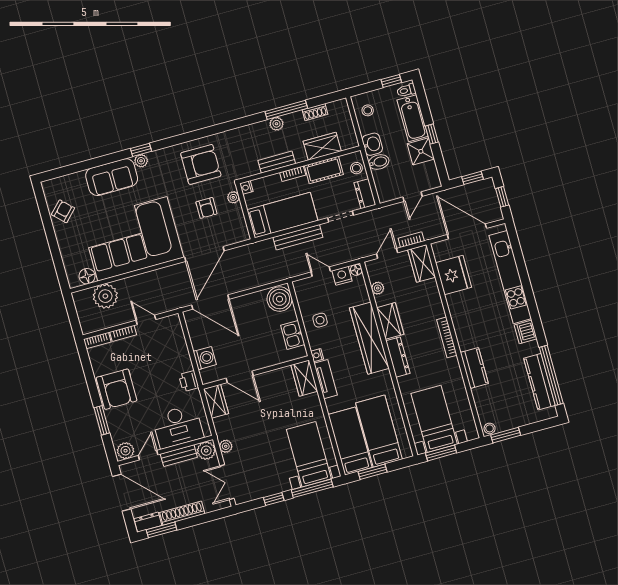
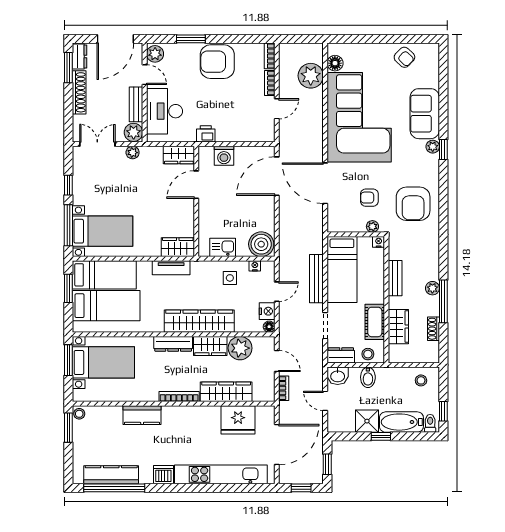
washbasin: (372, 144) -> (338, 376), moved
bookcase: (293, 174) -> (380, 291), removed
wardrobe: (422, 264) -> (226, 392), moved, width x1.50
plant: (378, 288) -> (240, 348), width x1.87, depth x1.87
nightstand: (317, 355) -> (255, 266), moved

